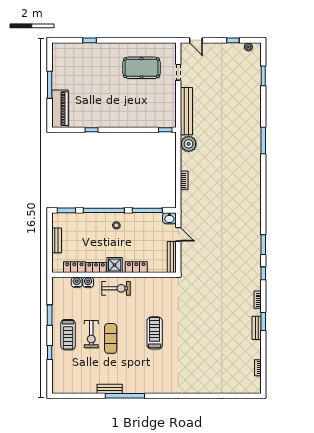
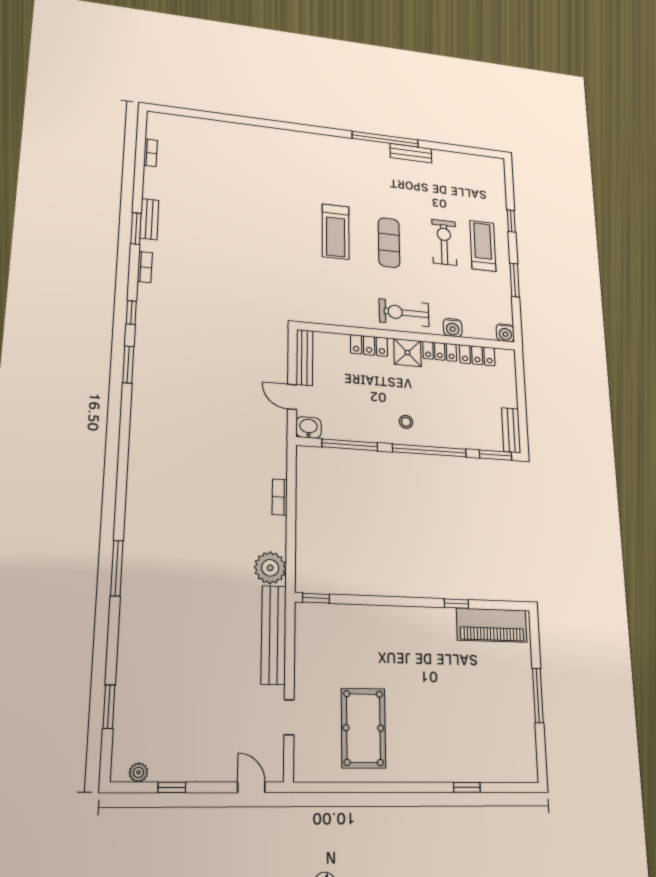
pool table: (141, 68) -> (363, 728), turned 90
piano: (60, 109) -> (492, 625), moved, turned -90
bench: (57, 240) -> (511, 430), moved
water cooler: (77, 282) -> (505, 333), moved
exercise mat: (111, 338) -> (389, 243), moved

